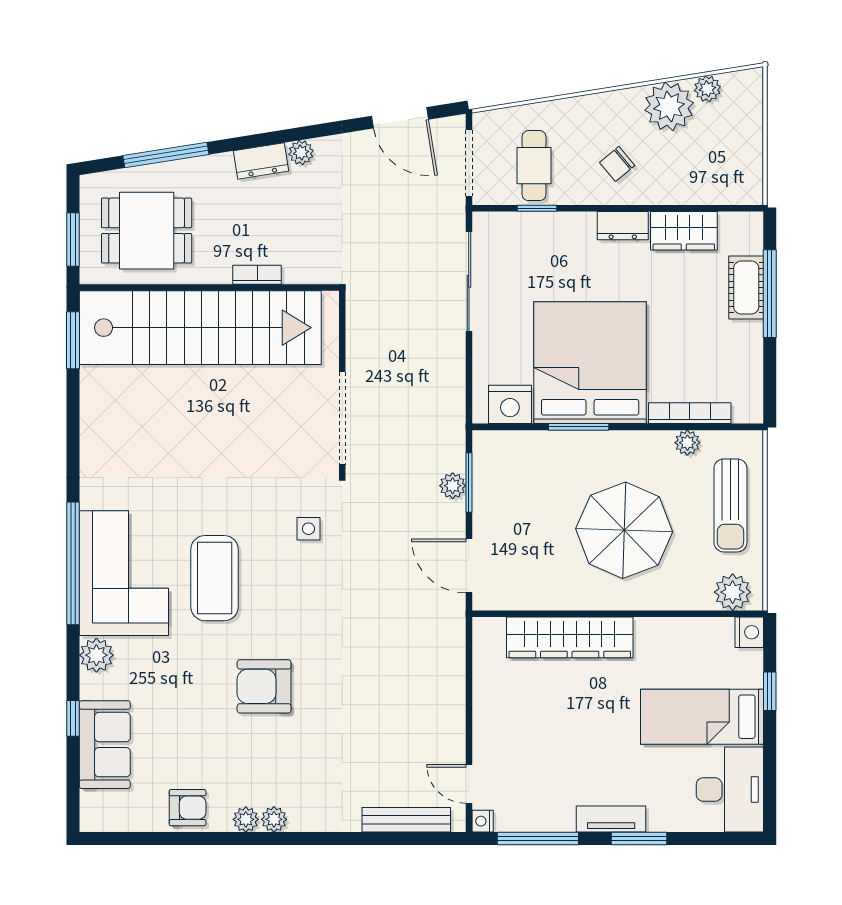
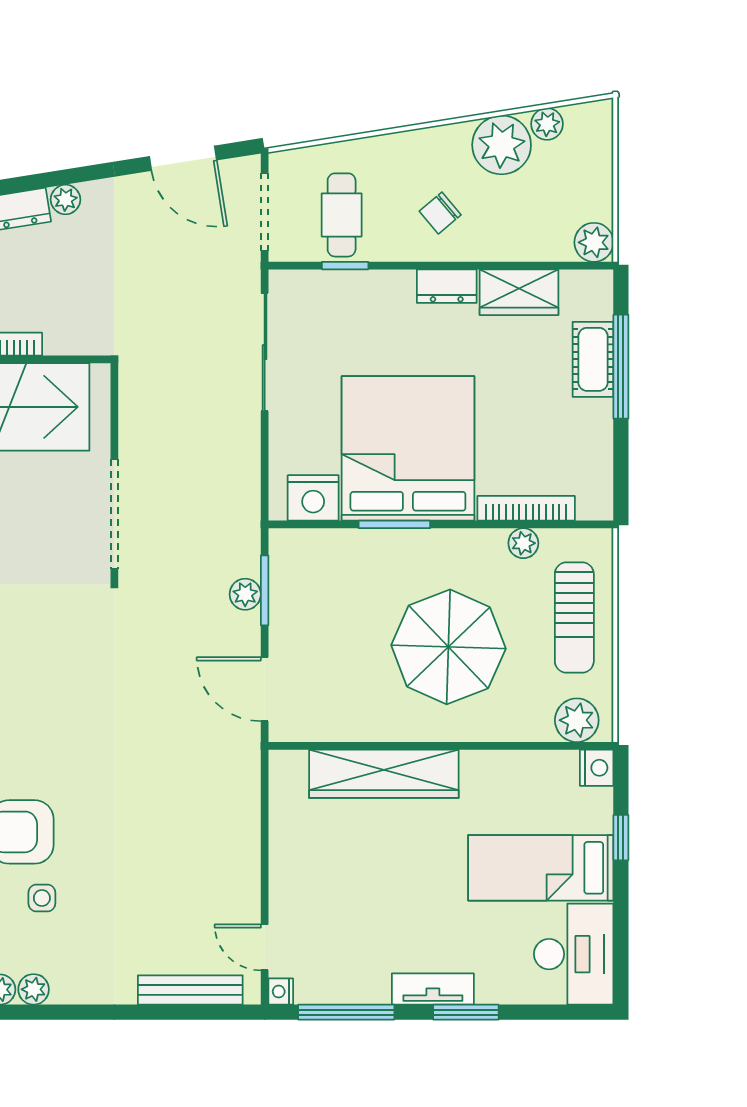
plant: (747, 189) -> (594, 242), added
side table: (308, 529) -> (42, 898), moved

